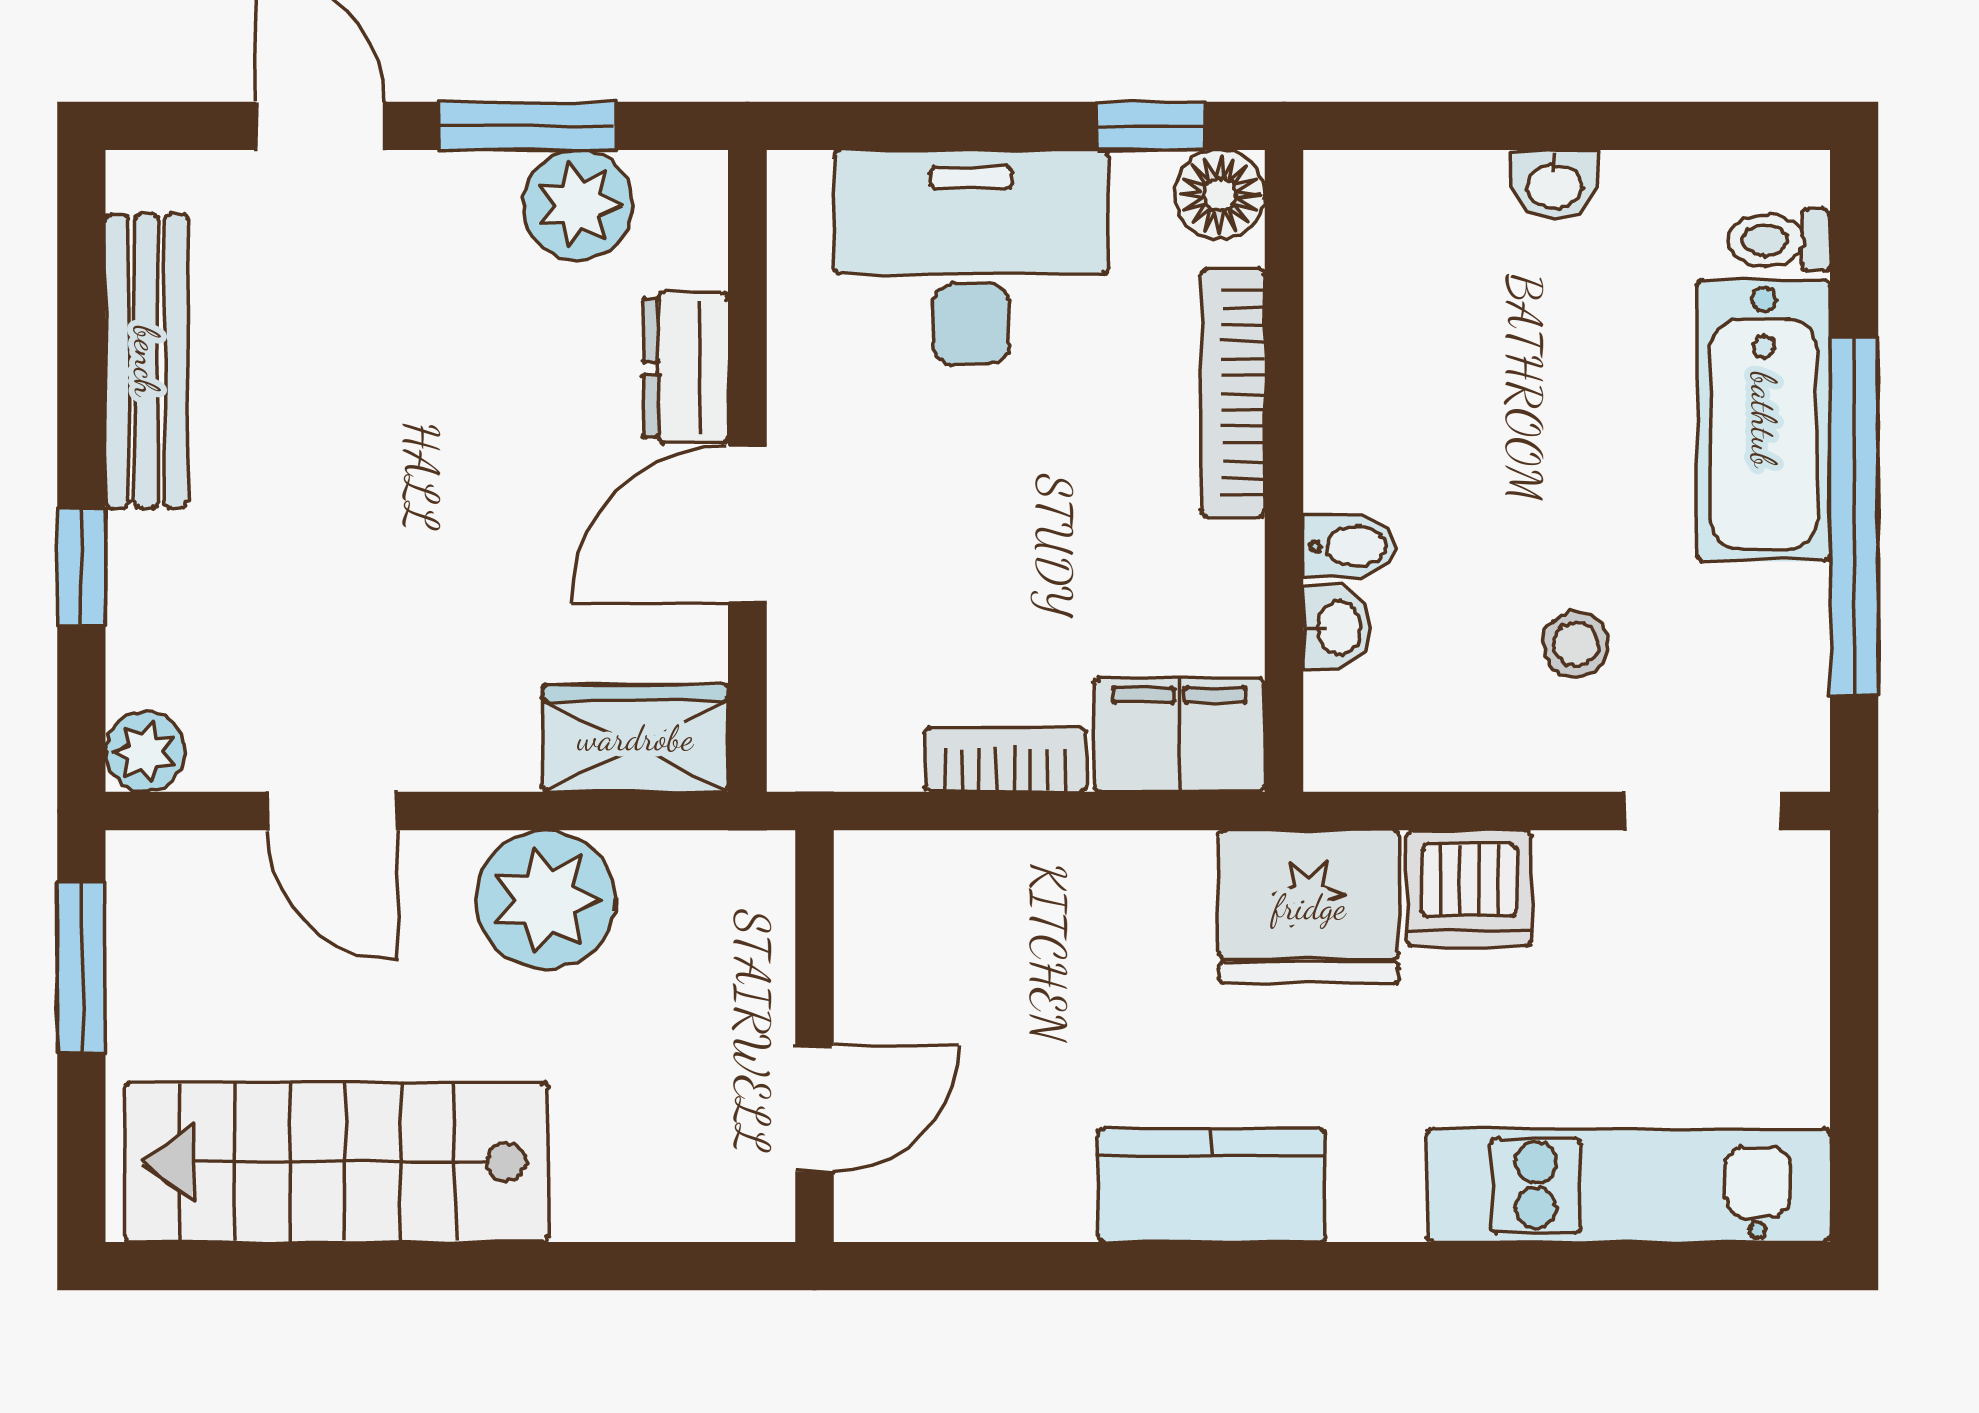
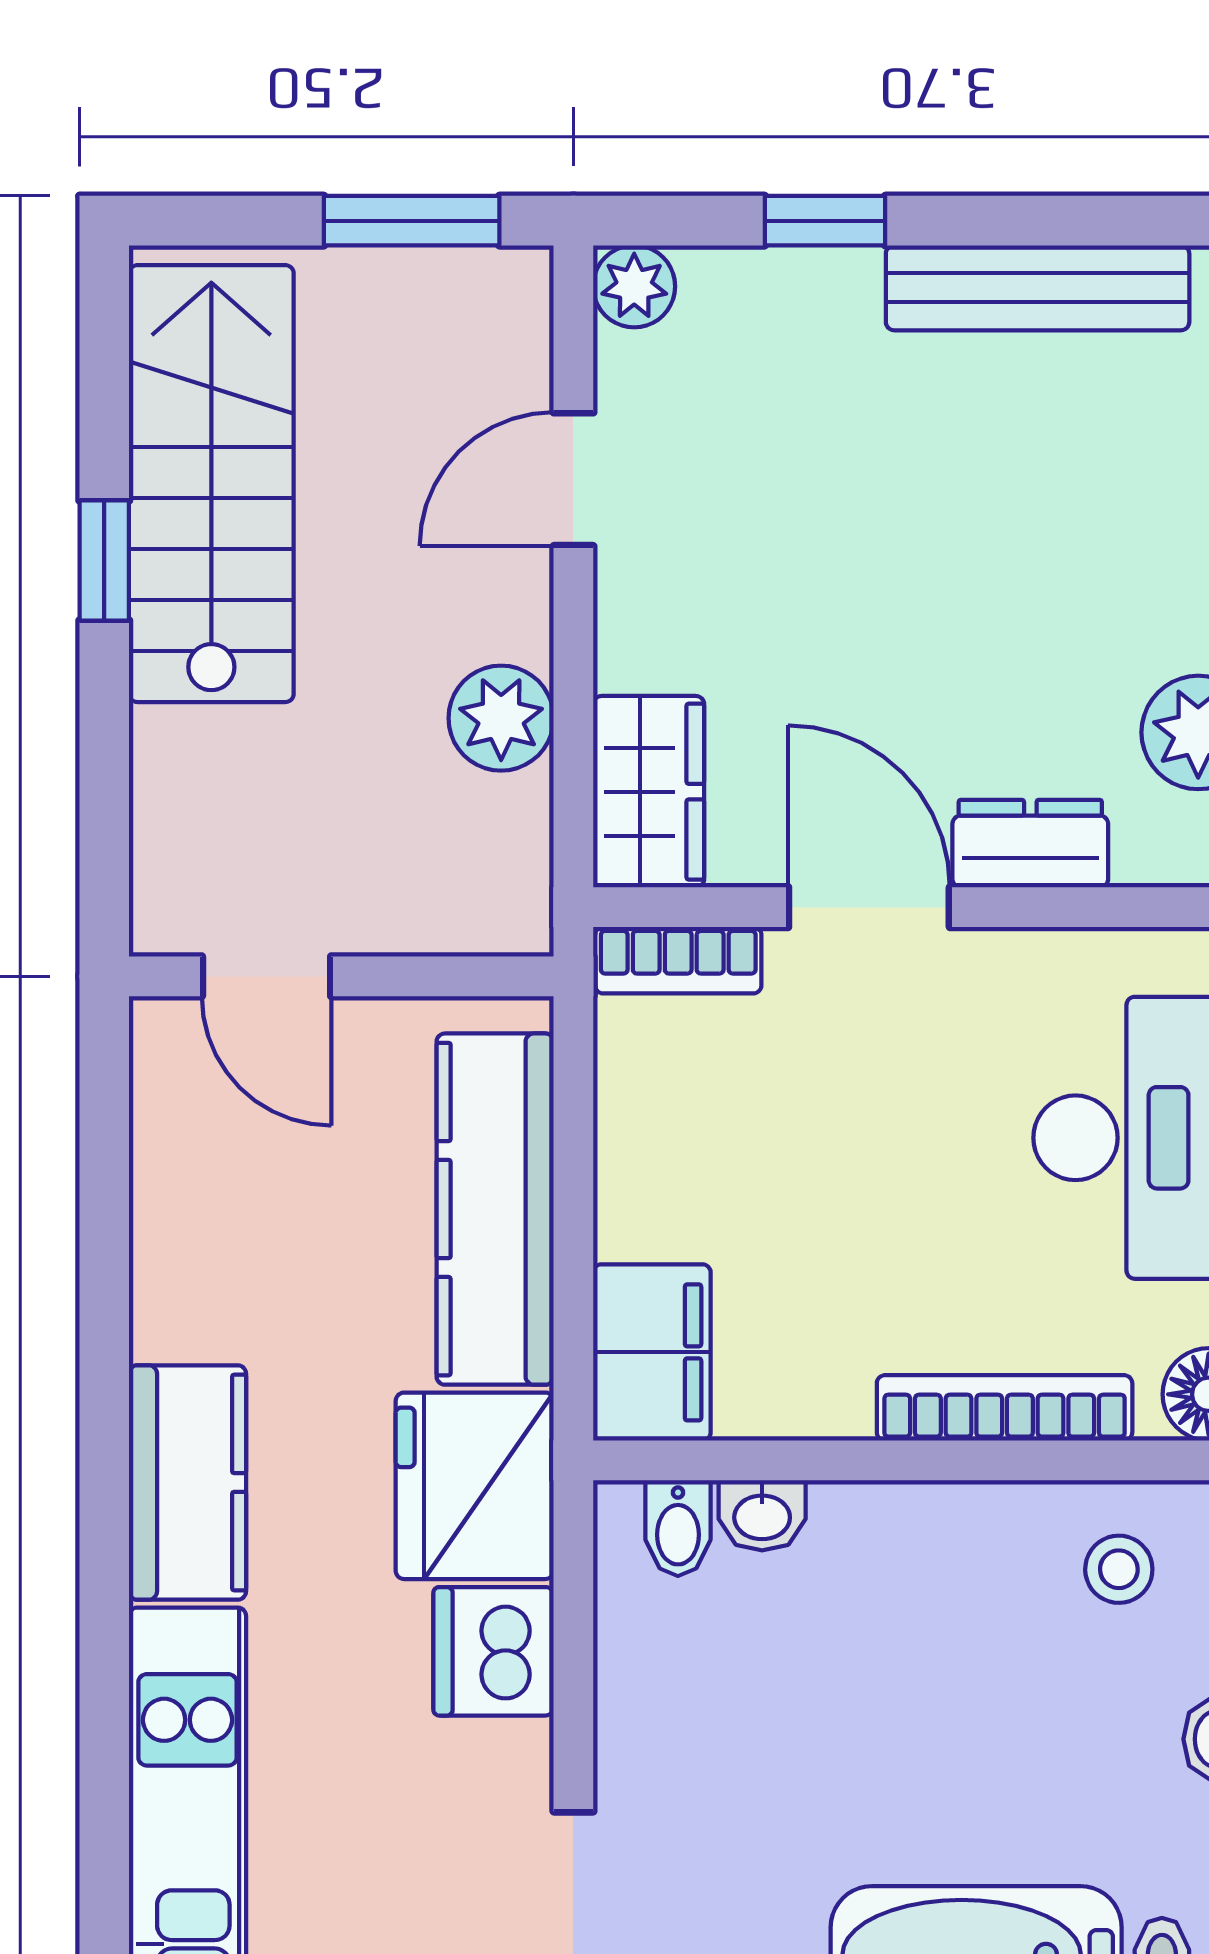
bidet: (1350, 546) -> (678, 1528), moved
stool: (1576, 644) -> (1119, 1569), moved
bookcase: (1005, 759) -> (678, 960), moved, turned 90
kitchen counter: (1040, 887) -> (495, 1209), added
plant: (546, 900) -> (501, 718), width x0.73, depth x0.73
kitchen counter: (1211, 1185) -> (188, 1482), moved
window: (411, 1266) -> (104, 561), added

